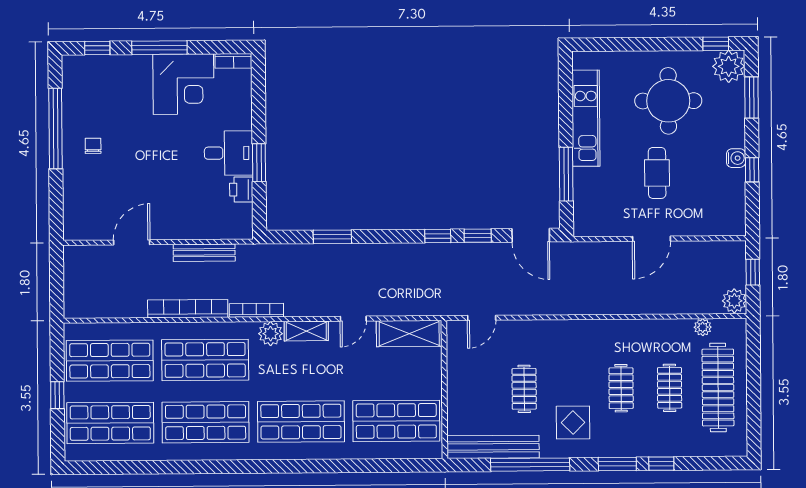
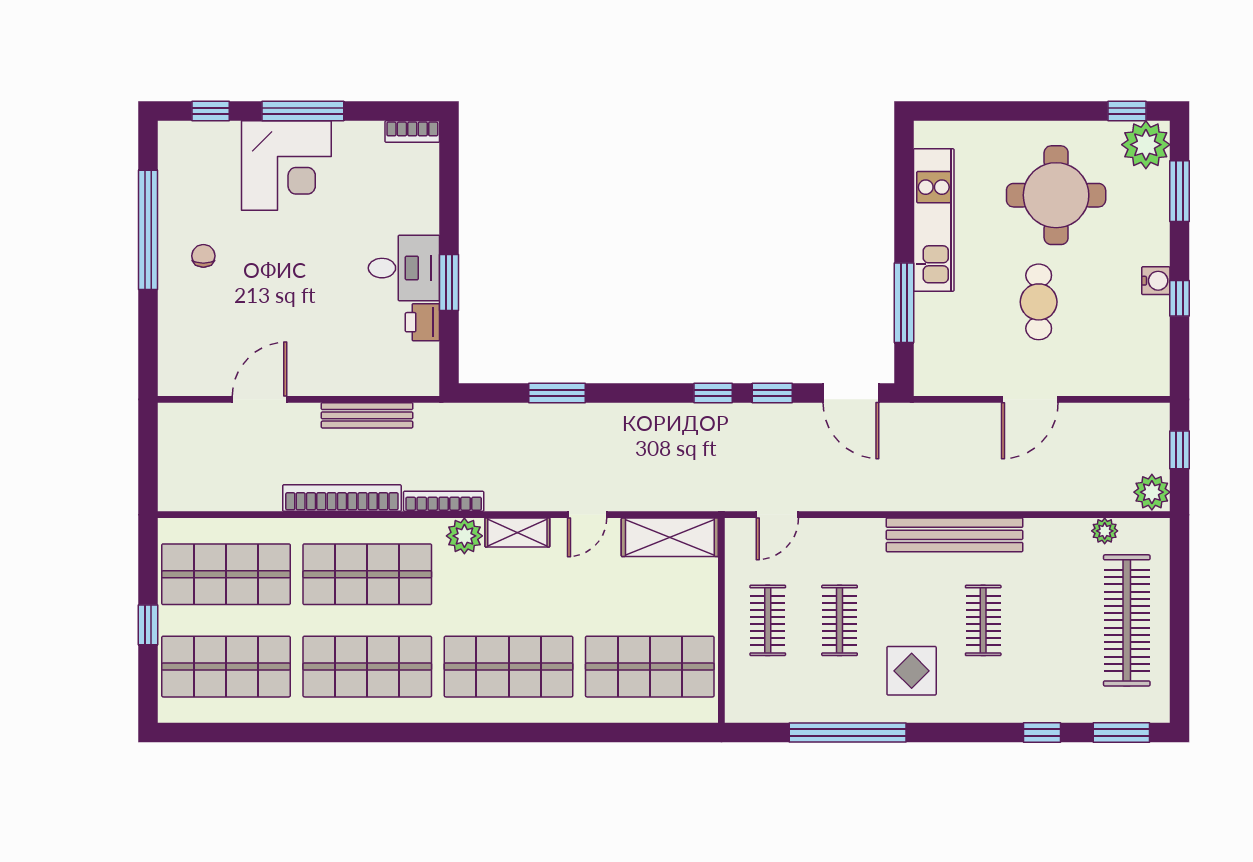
corner desk: (183, 84) -> (286, 165), moved
clothes rail: (670, 388) -> (768, 620), moved
bench: (493, 447) -> (955, 535), moved
window: (617, 464) -> (1121, 733), moved

